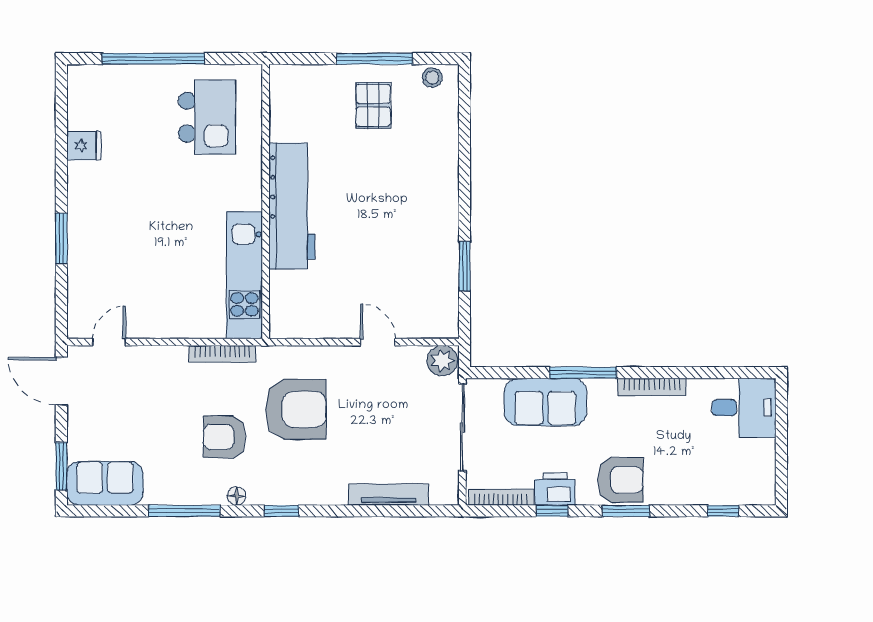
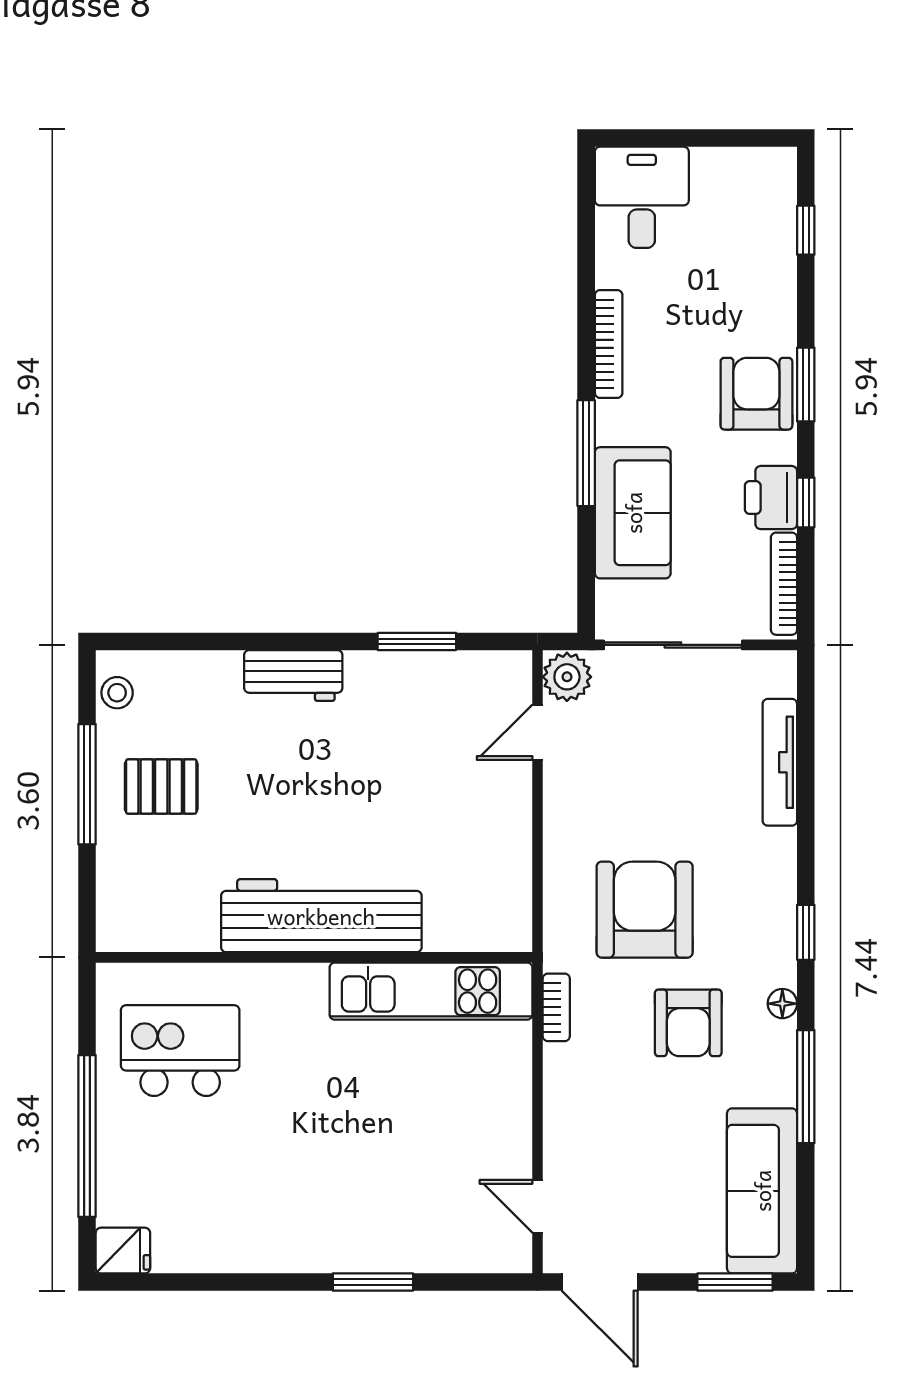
fridge: (84, 146) -> (123, 1251), moved, turned 90
workbench: (443, 188) -> (293, 676), added
door: (378, 342) -> (538, 732), moved
bookcase: (222, 354) -> (556, 1007), width x0.64
door: (61, 381) -> (600, 1282), hinge flipped
sofa: (105, 483) -> (762, 1191), width x1.36

